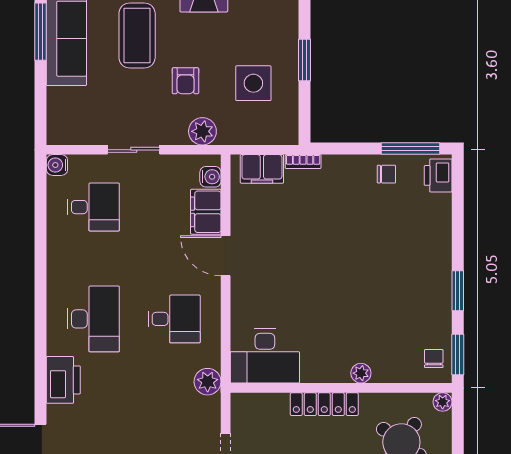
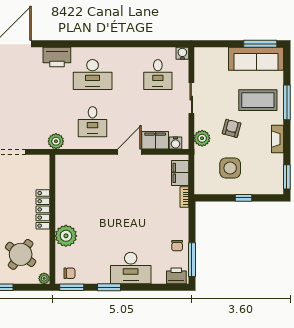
window: (305, 60) -> (244, 198), width x0.67
armchair: (185, 81) -> (232, 128), turned 105
desk: (265, 356) -> (131, 268), moved, turned -90
plant: (361, 373) -> (66, 236), width x1.87, depth x1.87

